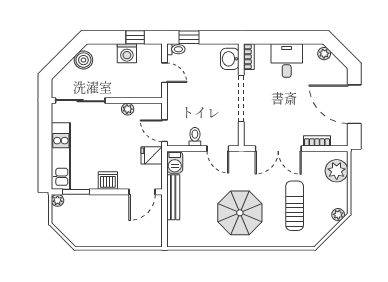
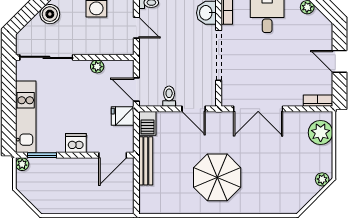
door: (354, 104) -> (339, 61), width x0.53
bookcase: (317, 141) -> (318, 101), moved
sun lounger: (295, 206) -> (276, 170), removed

